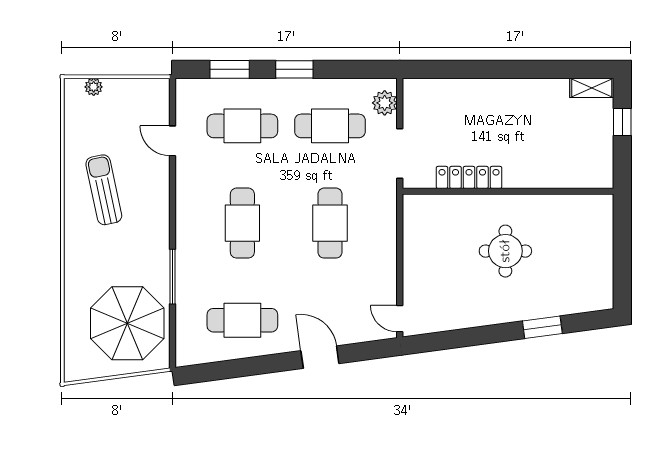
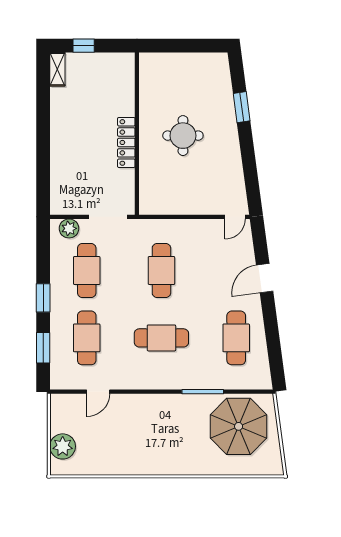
plant: (94, 87) -> (63, 446), width x1.88, depth x1.88
locker: (469, 177) -> (126, 142), moved
sun lounger: (104, 190) -> (136, 445), removed
cafe table: (330, 223) -> (161, 270), turned 90

